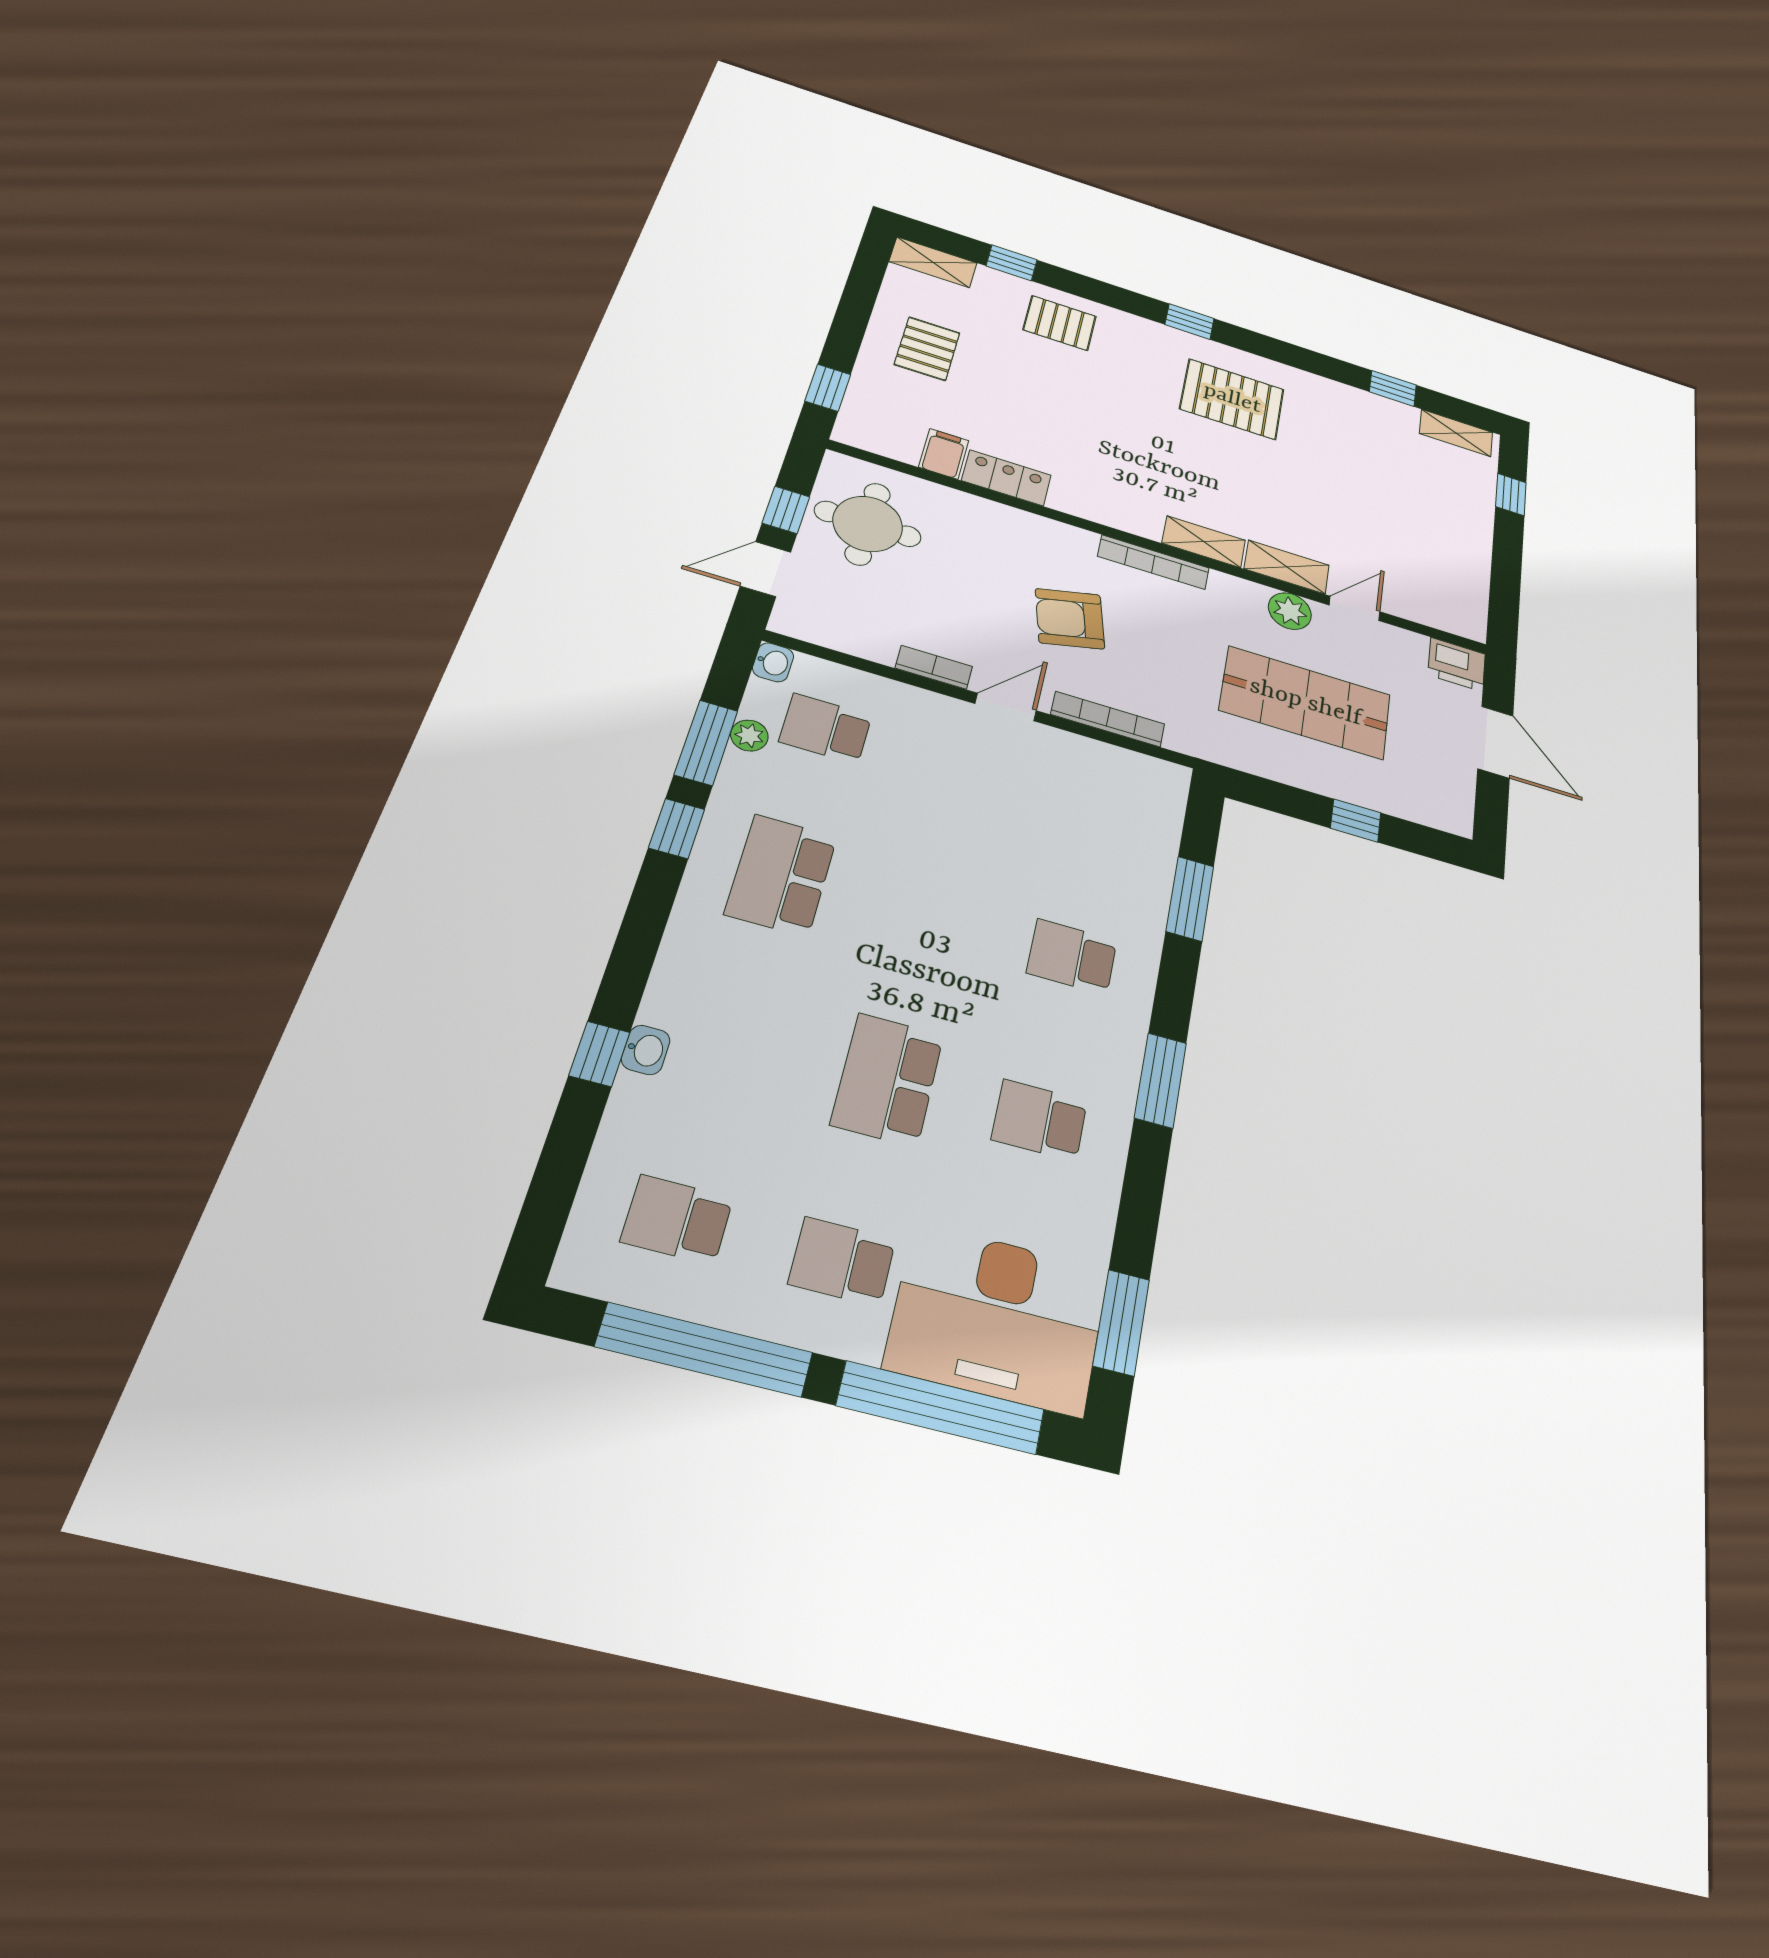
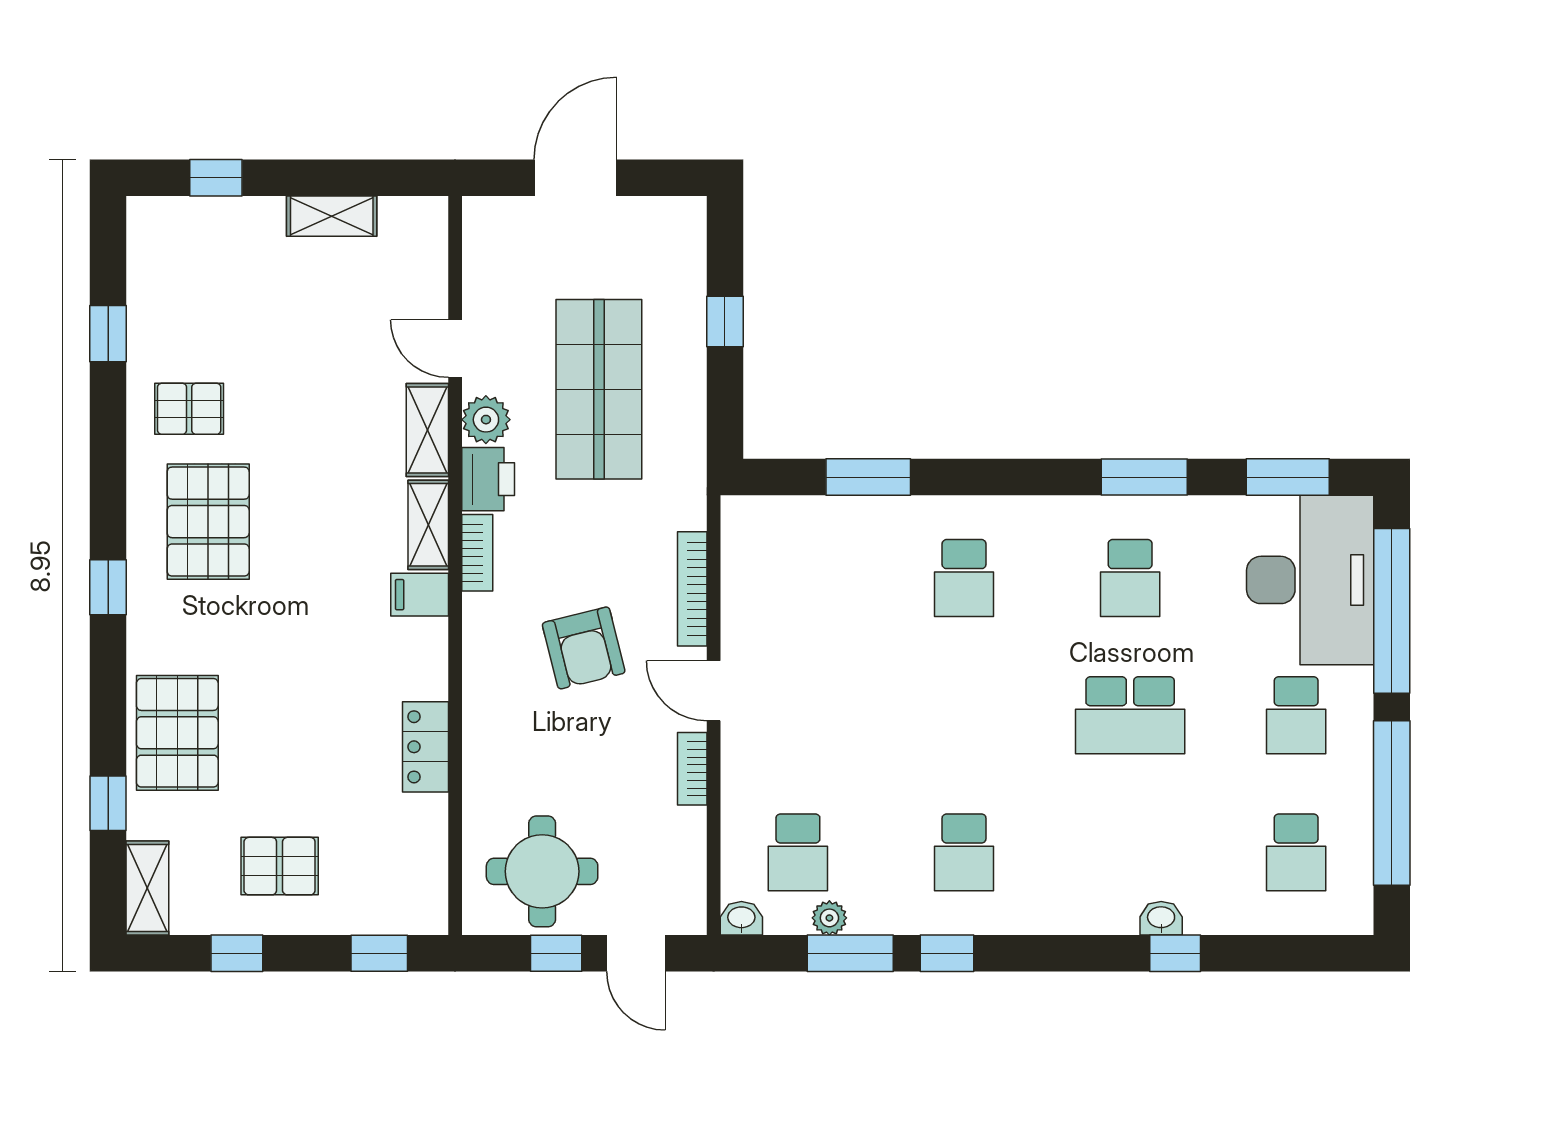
window: (859, 297) -> (237, 953), added
pallet: (1060, 323) -> (177, 733), width x1.50, depth x1.42
pallet: (1327, 418) -> (189, 409), added
shelving: (1456, 433) -> (332, 216), moved, turned 90
filing cabinet: (944, 454) -> (420, 595), moved
bookcase: (1153, 562) -> (477, 553), width x0.64
printer: (1457, 664) -> (488, 479), moved
school desk: (781, 875) -> (964, 852), width x0.54
window: (1161, 1080) -> (1144, 477), moved

